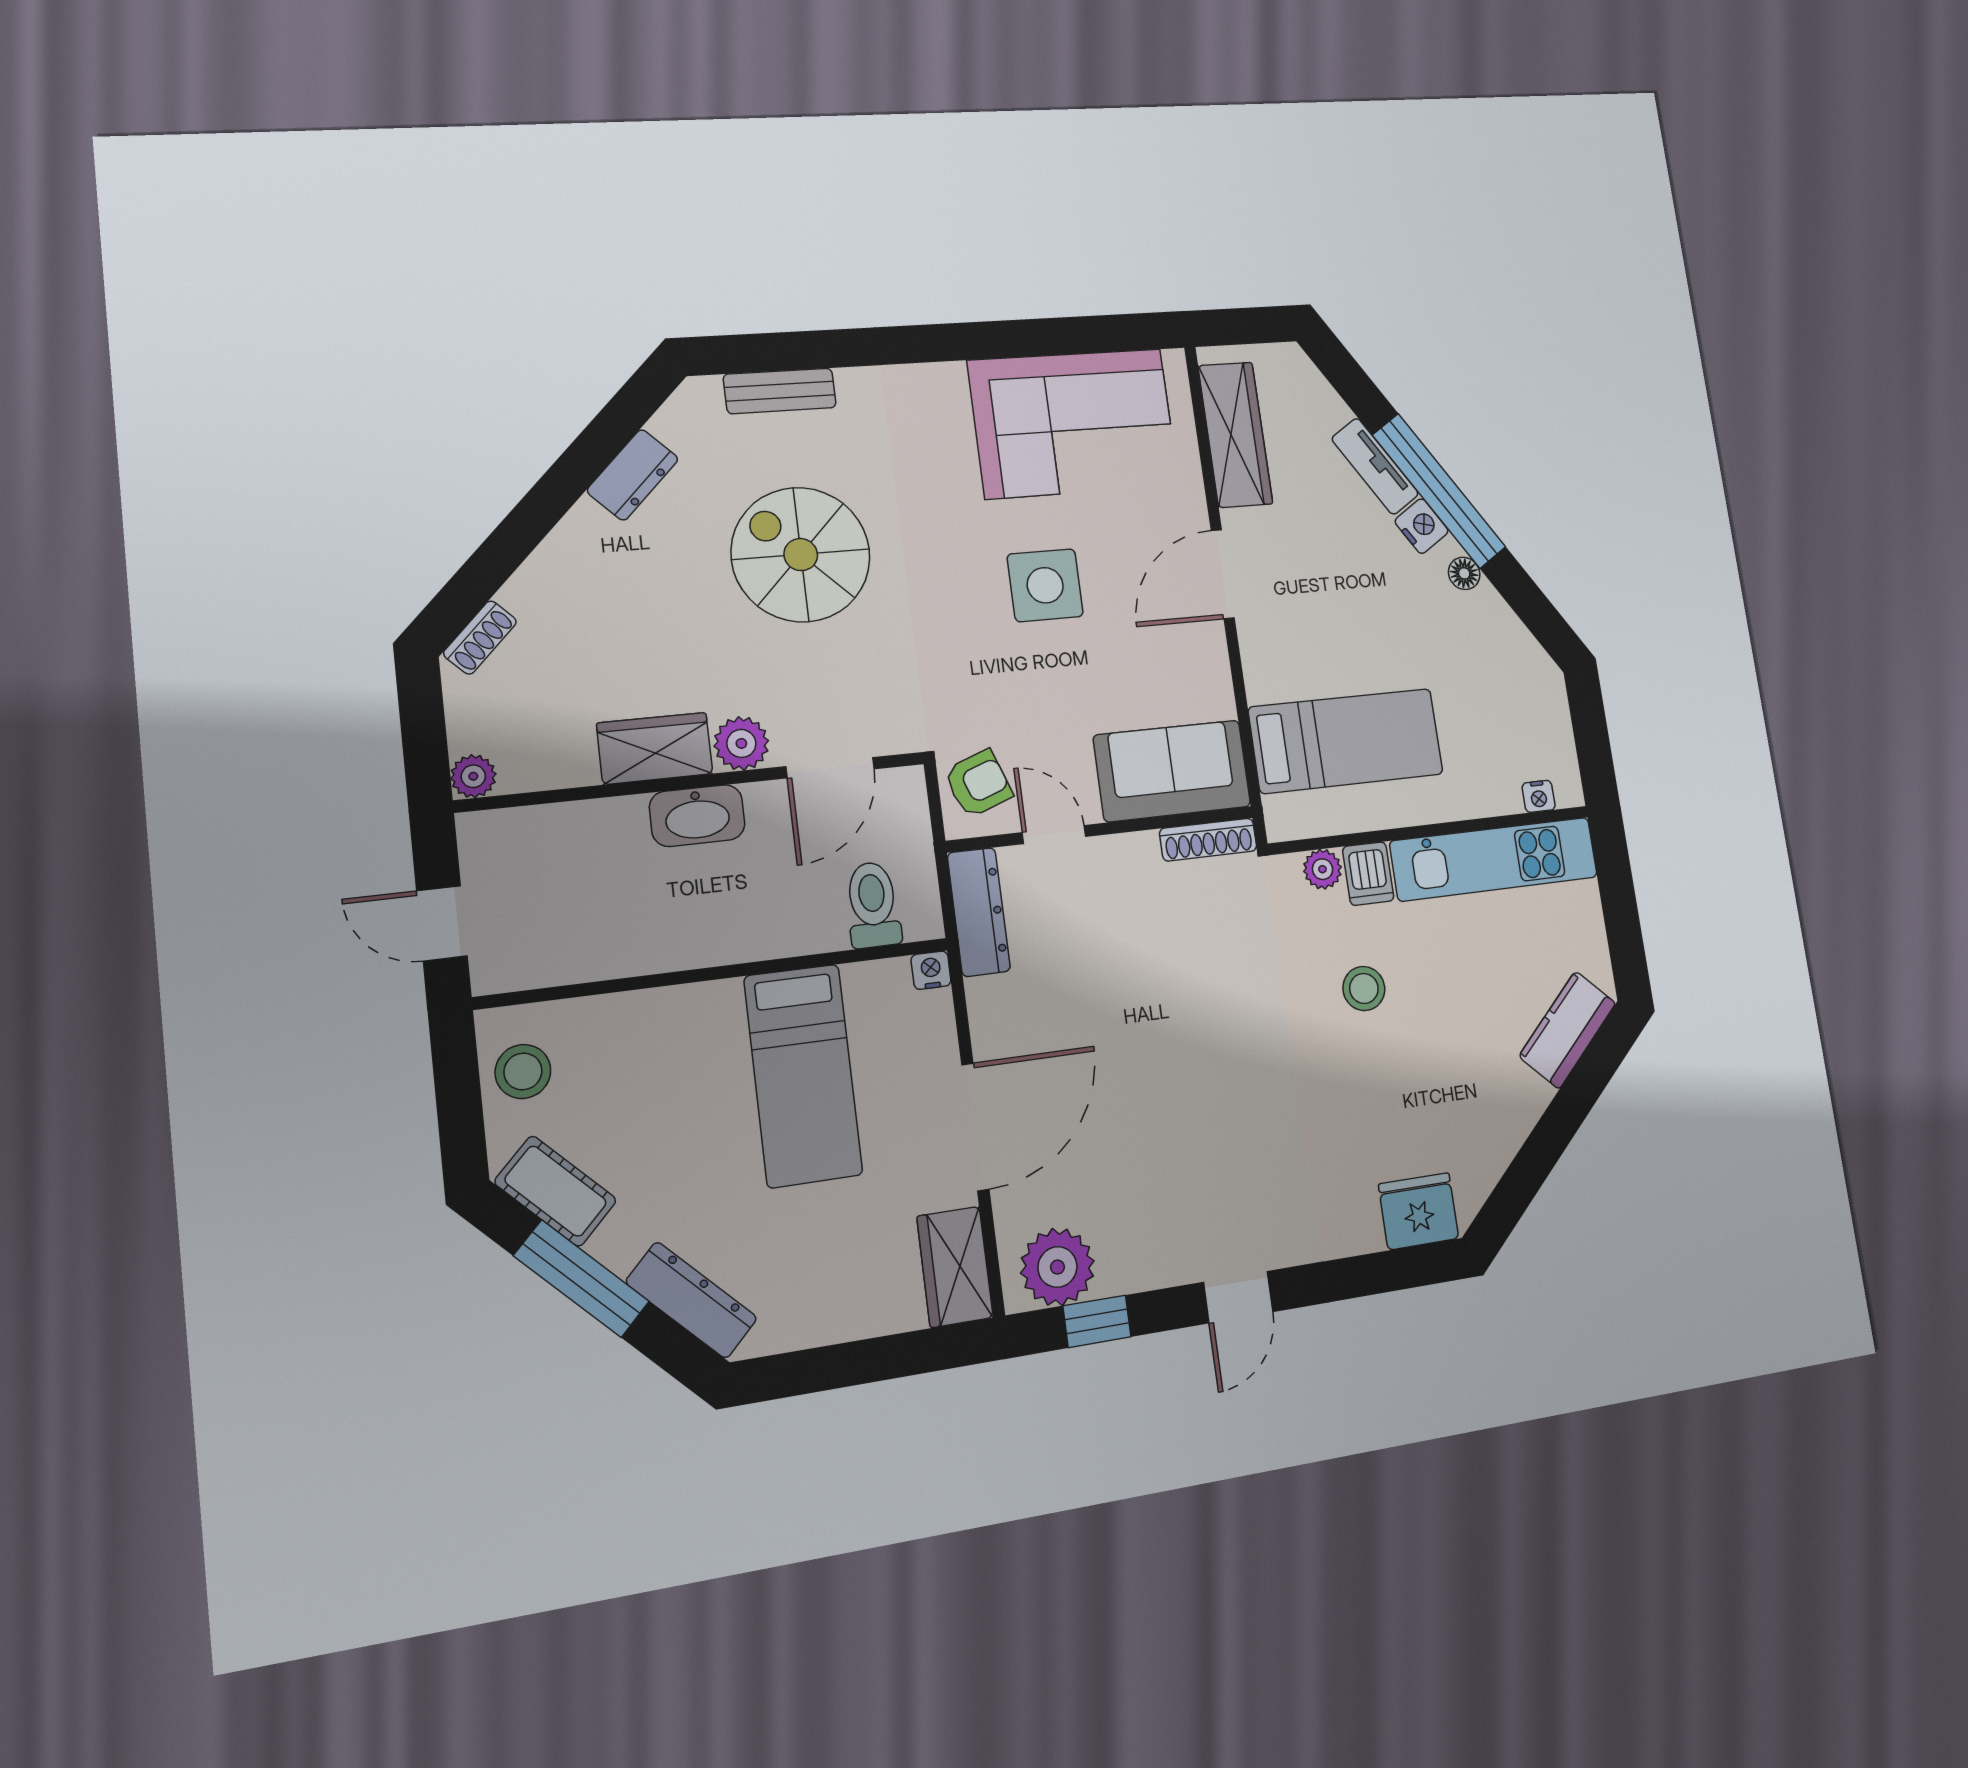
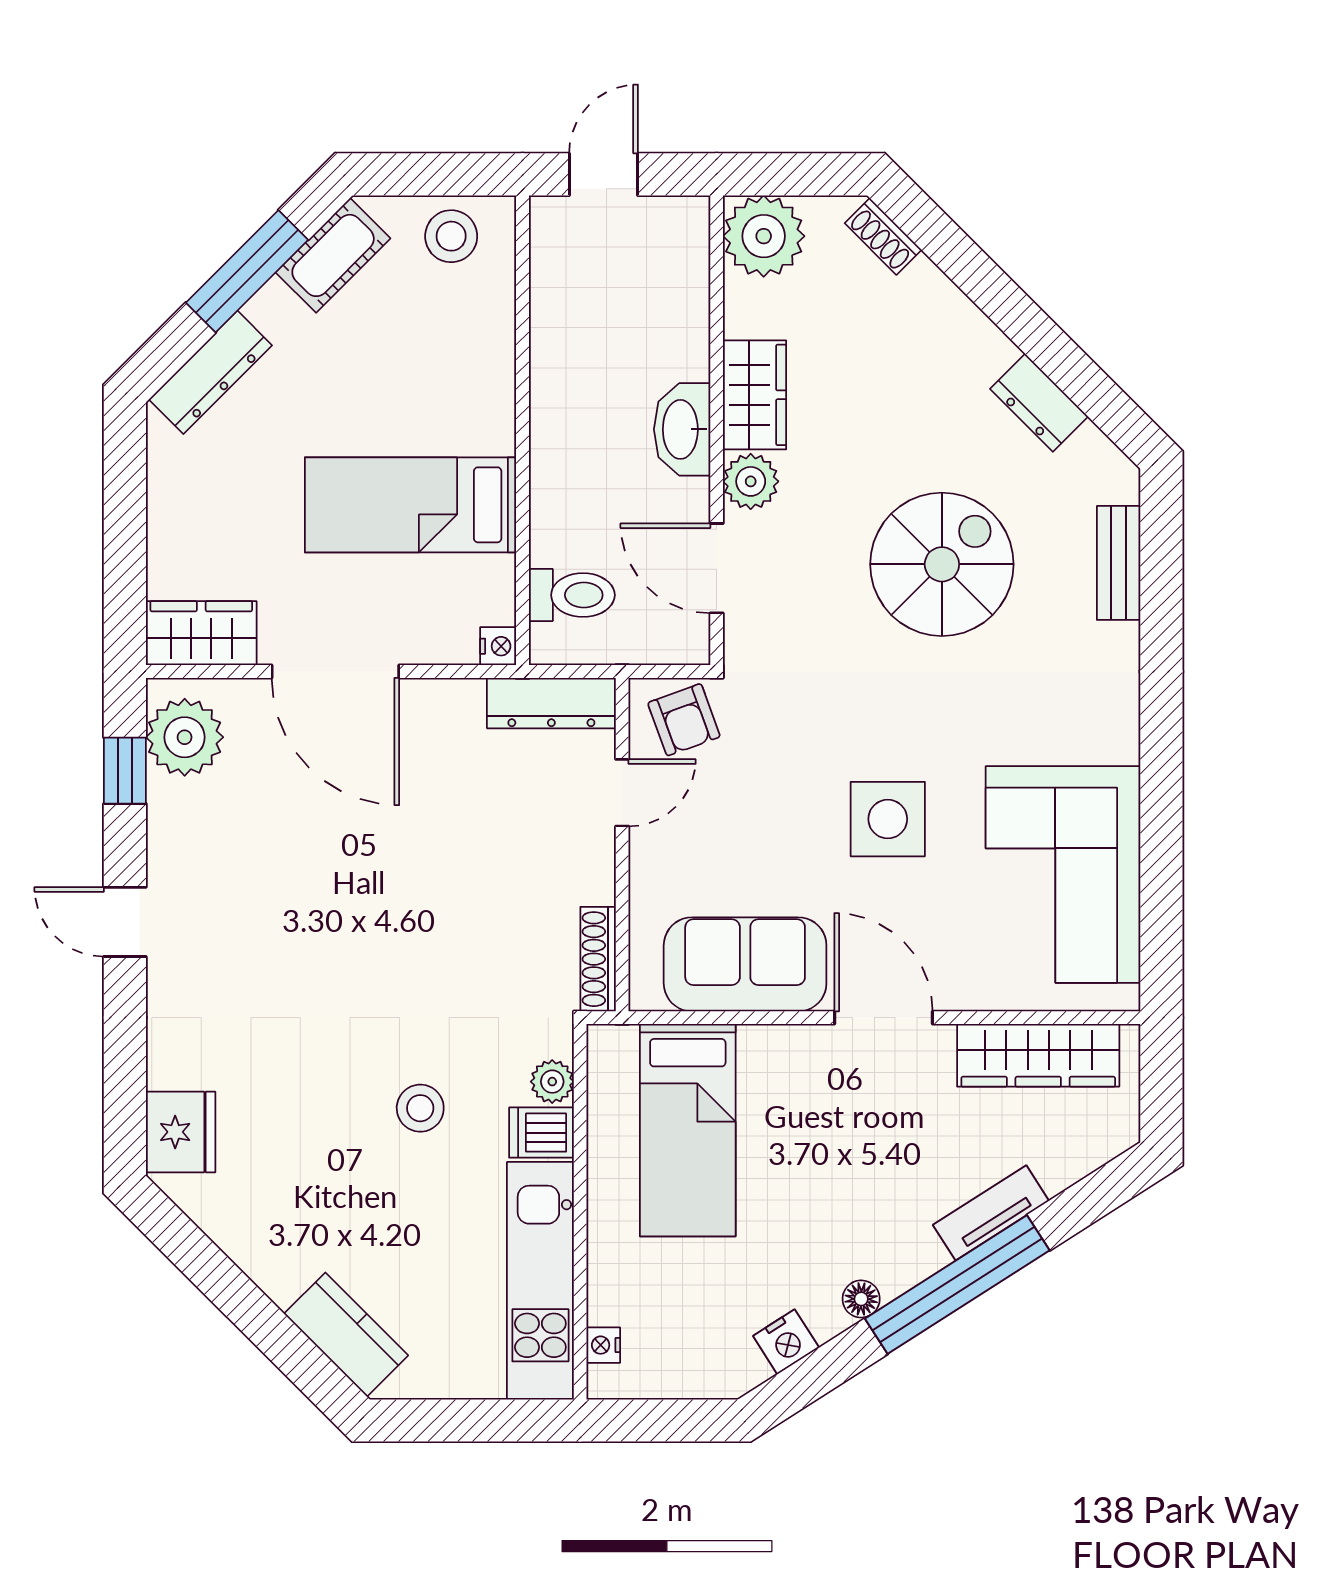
nightstand: (1422, 526) -> (786, 1342), moved
sofa: (1172, 771) -> (745, 964), moved, turned -90
plant: (473, 776) -> (764, 236), width x1.88, depth x1.88

